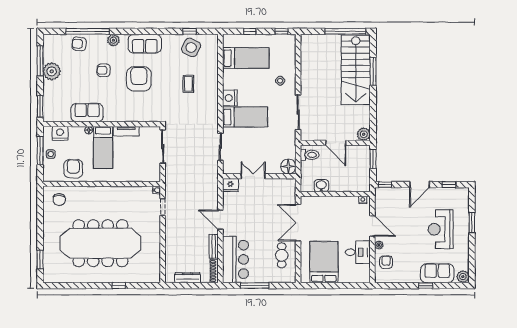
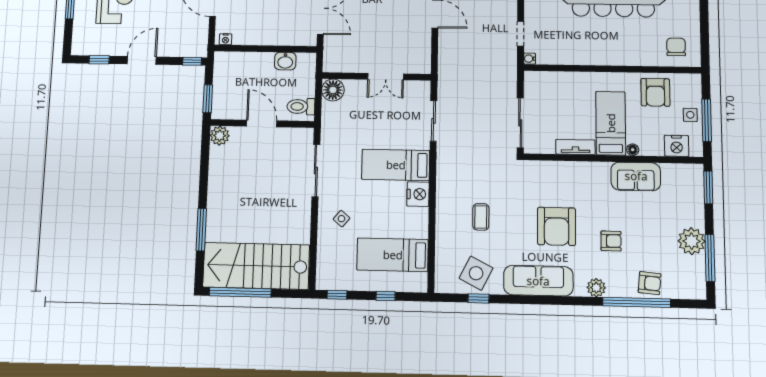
sofa: (145, 44) -> (538, 281), width x1.36
stairs: (356, 70) -> (256, 266), moved, turned -90
fridge: (230, 185) -> (420, 64), removed

